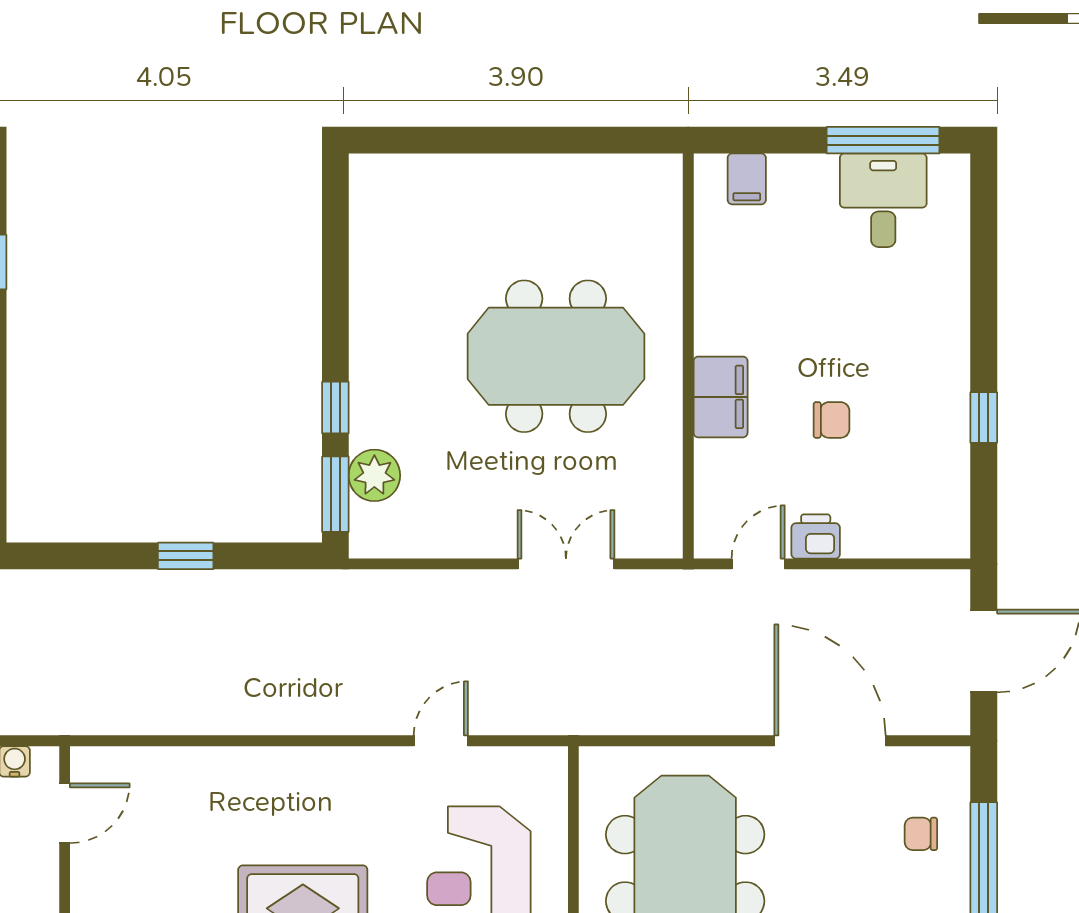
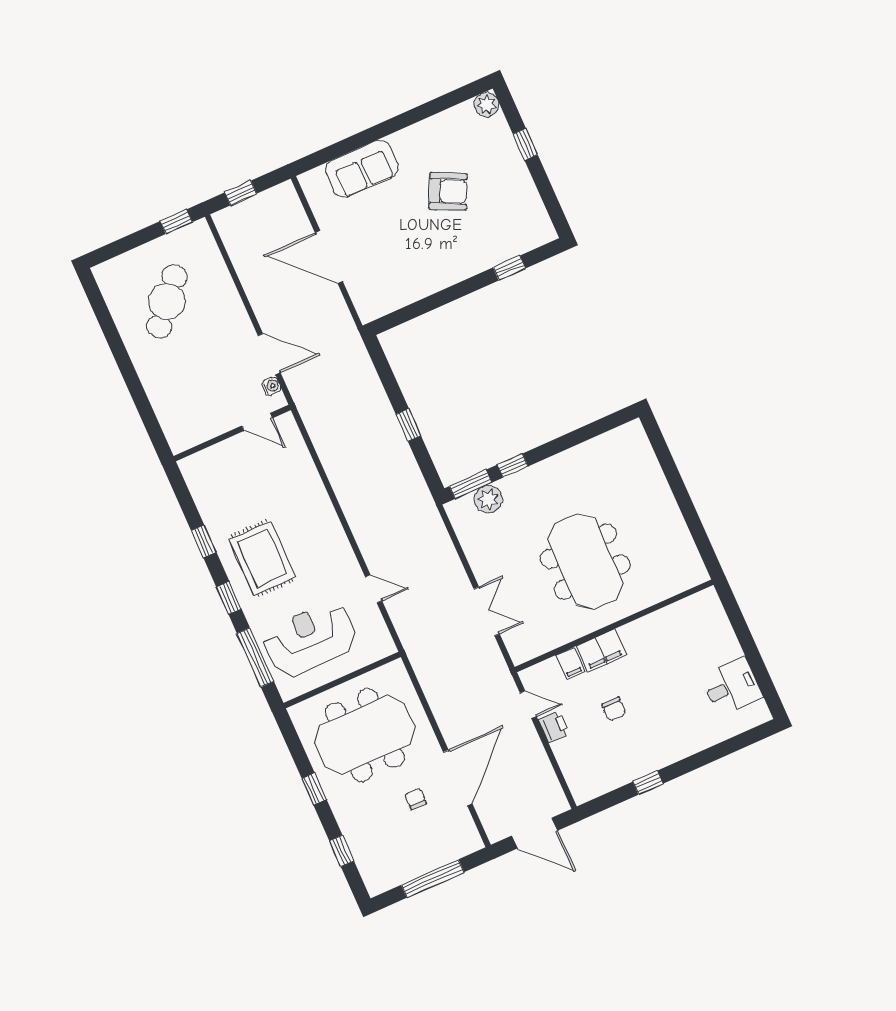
window: (883, 140) -> (761, 674), removed
filing cabinet: (747, 179) -> (570, 663), moved, turned -90
chair: (921, 834) -> (415, 799), moved

